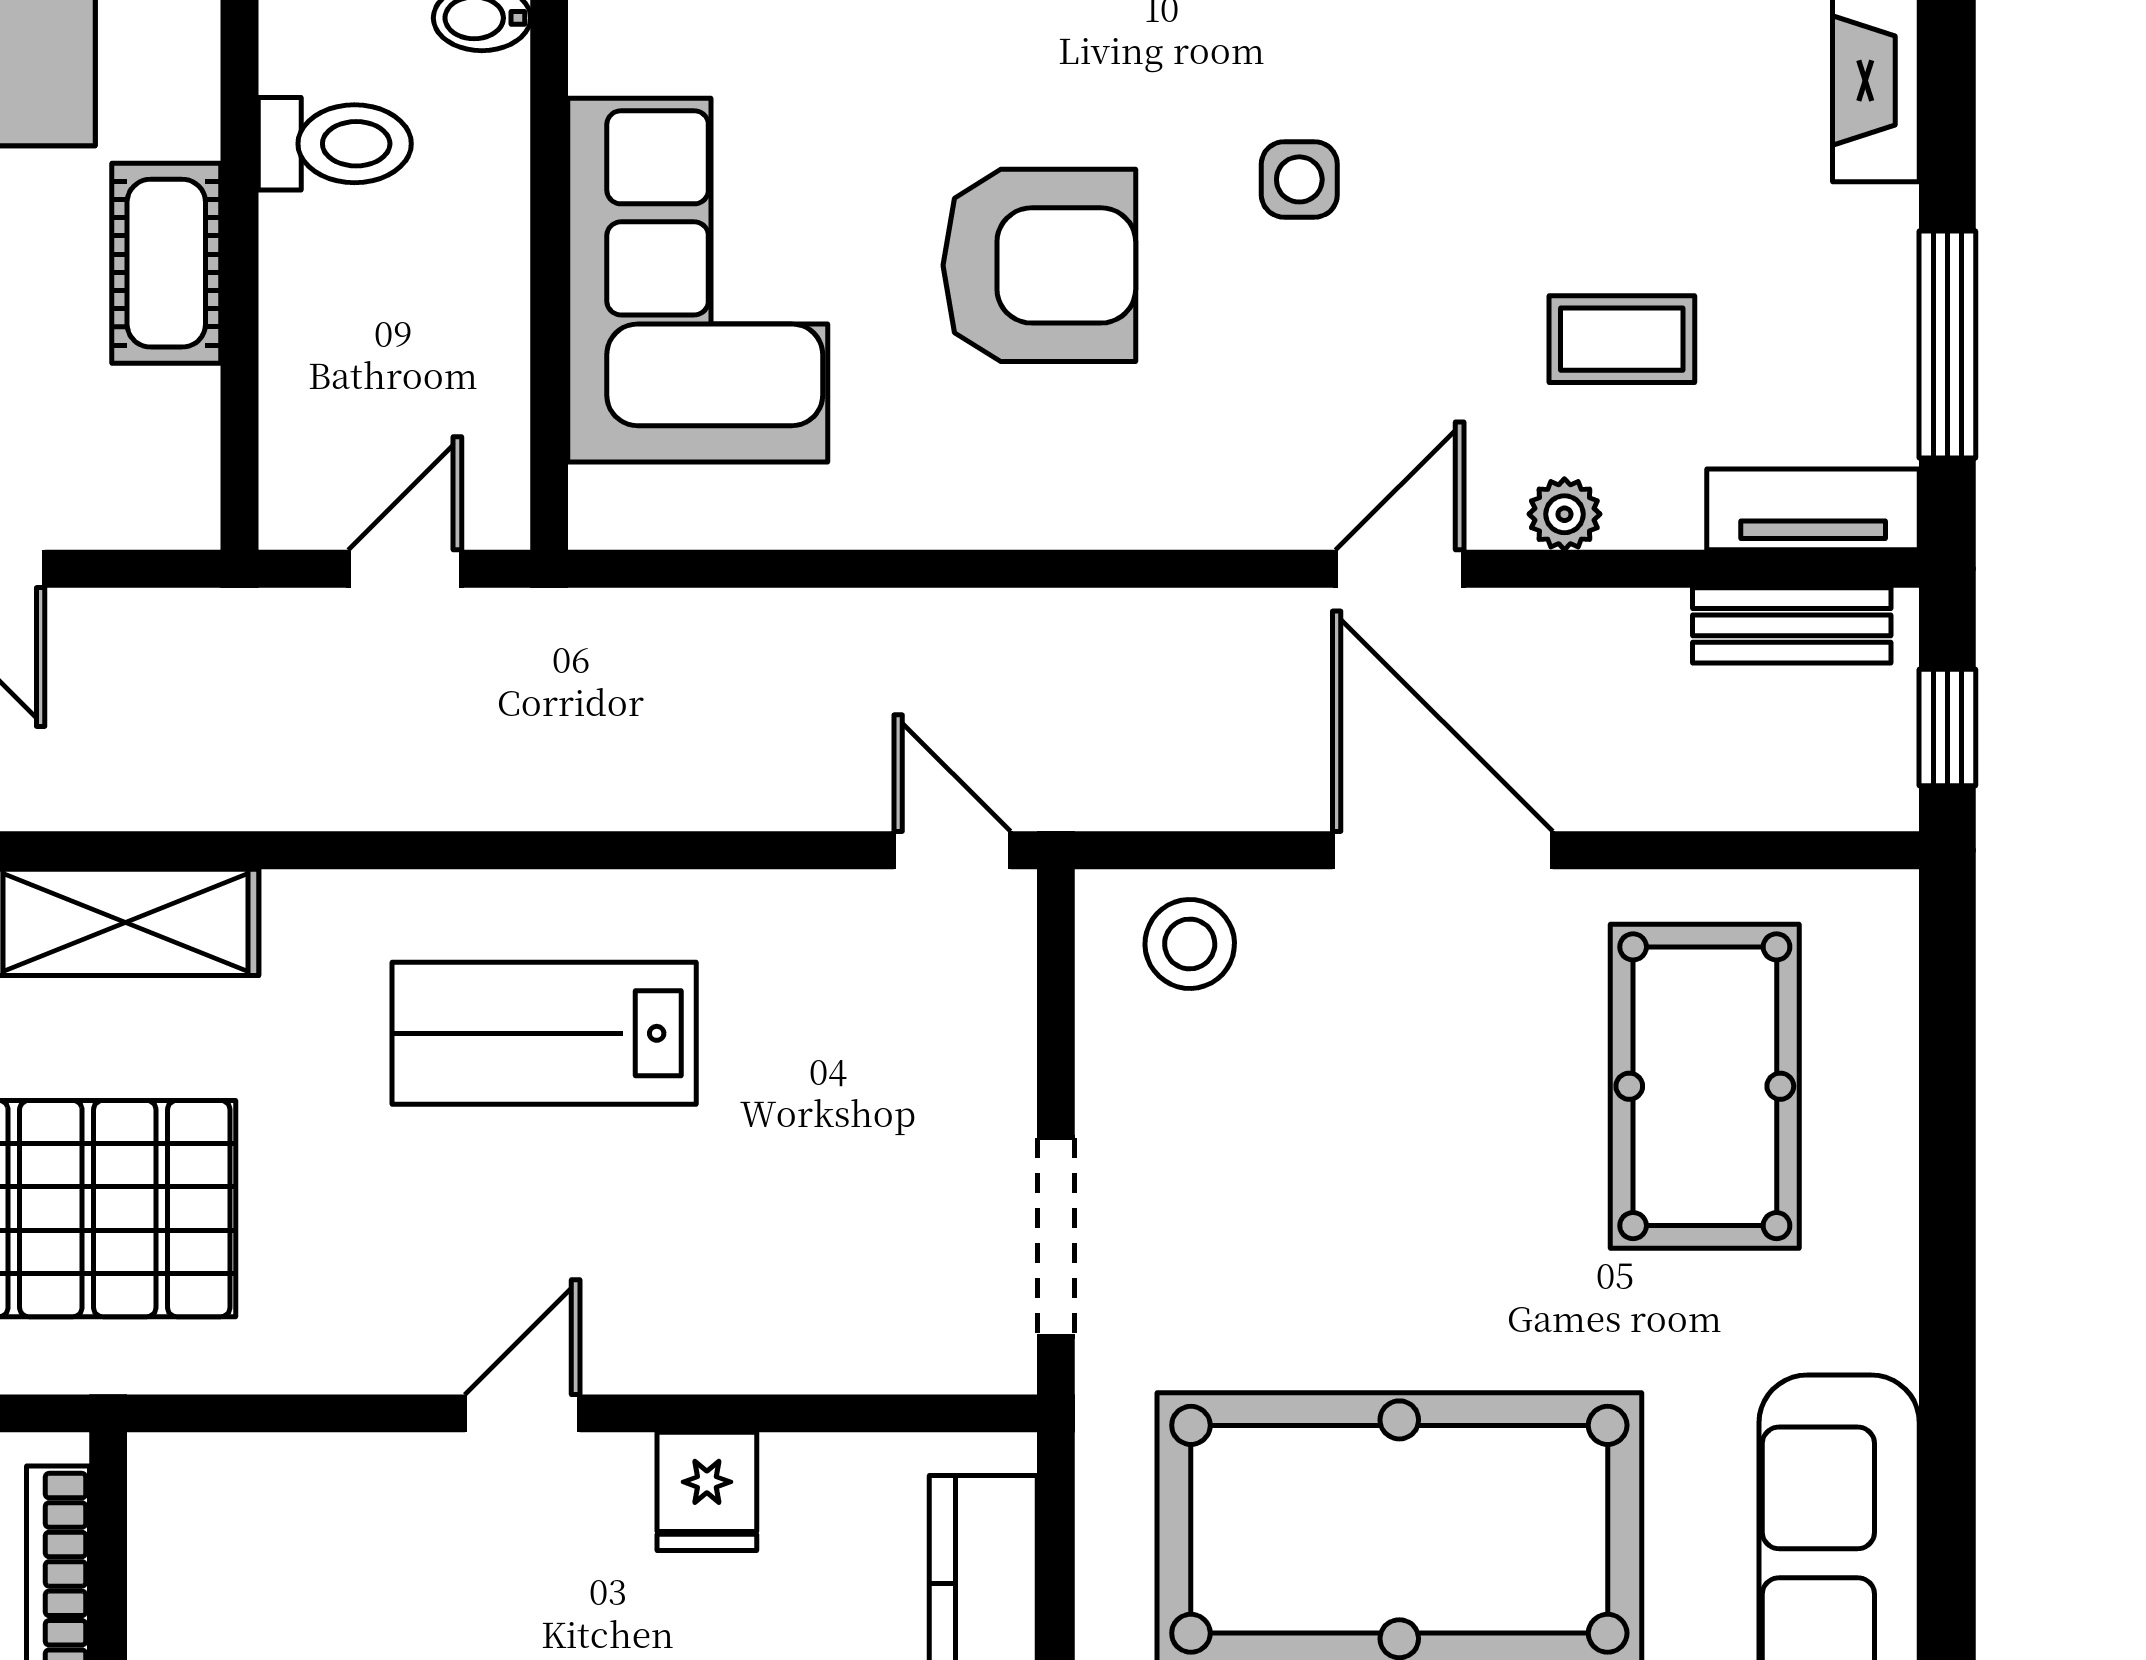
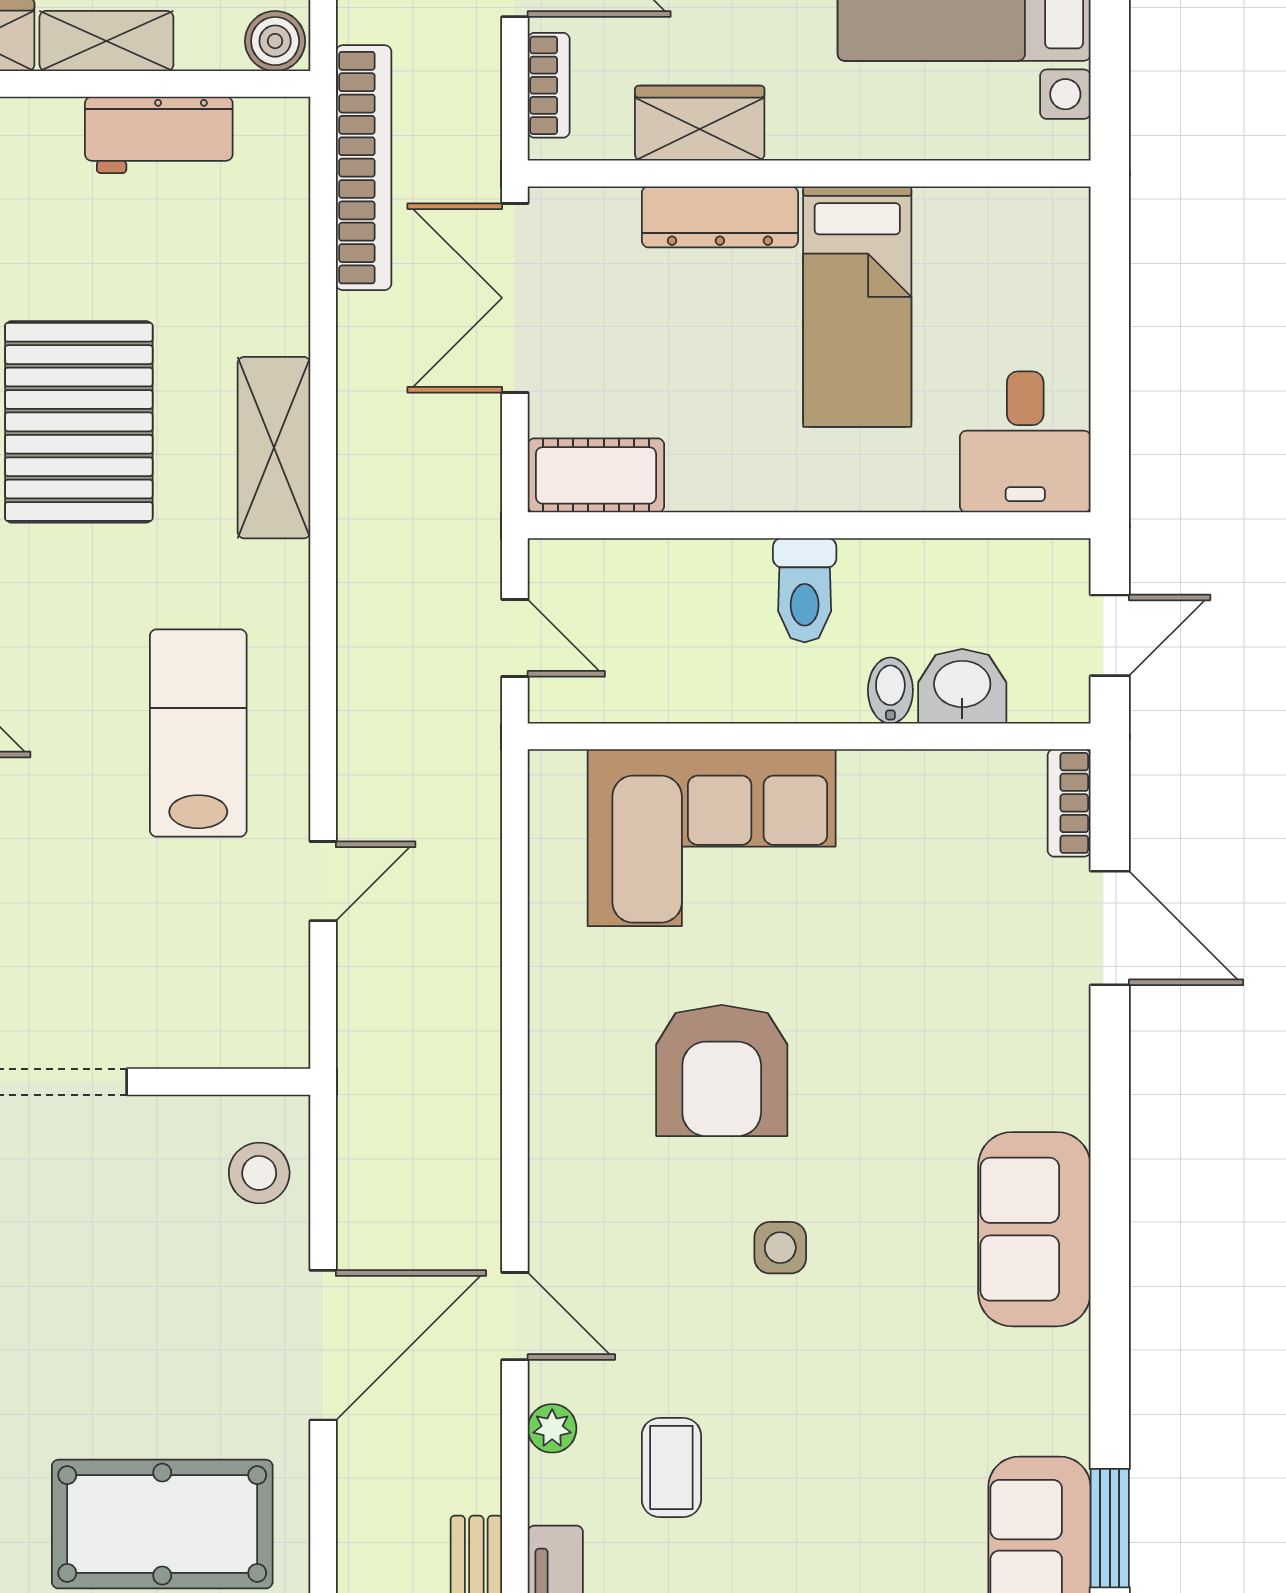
cot: (166, 263) -> (596, 475), moved
door: (952, 850) -> (323, 881), moved

